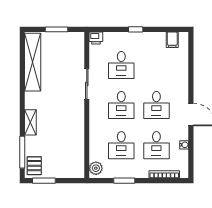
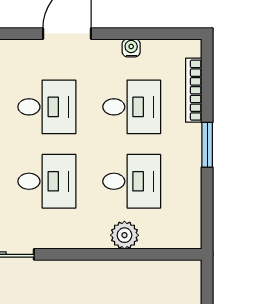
plant: (96, 168) -> (124, 235), moved
window: (124, 181) -> (207, 145), moved

